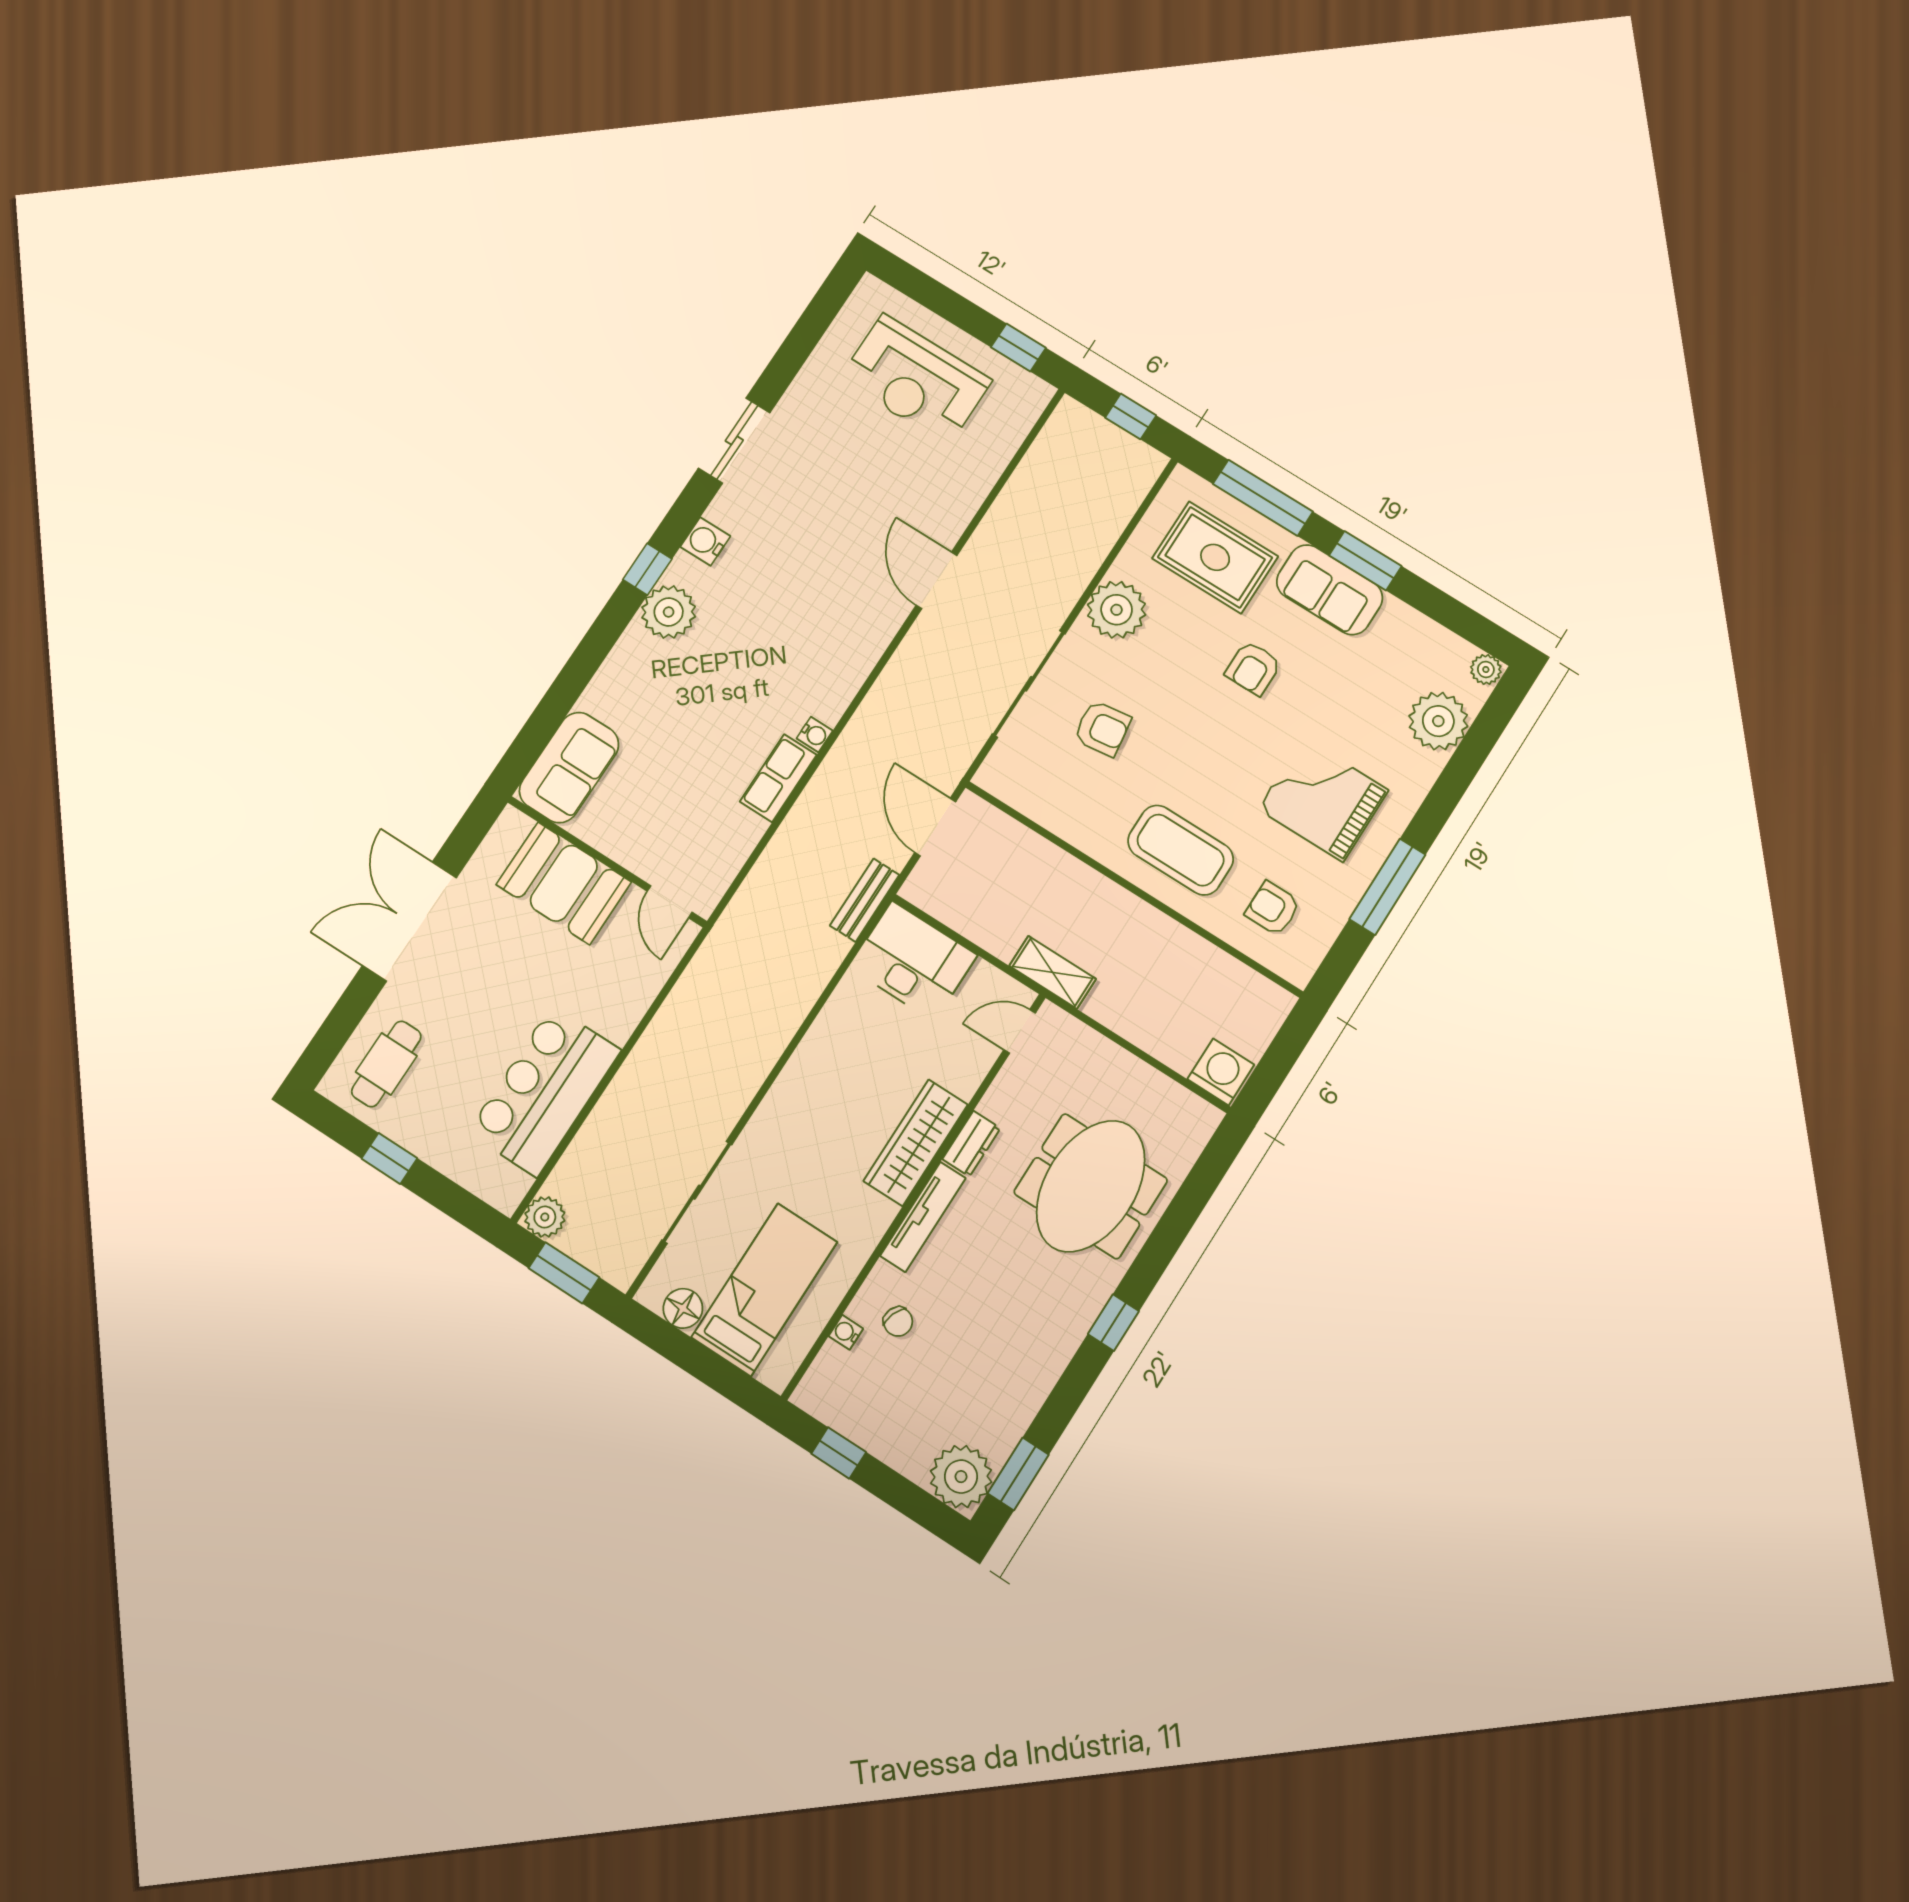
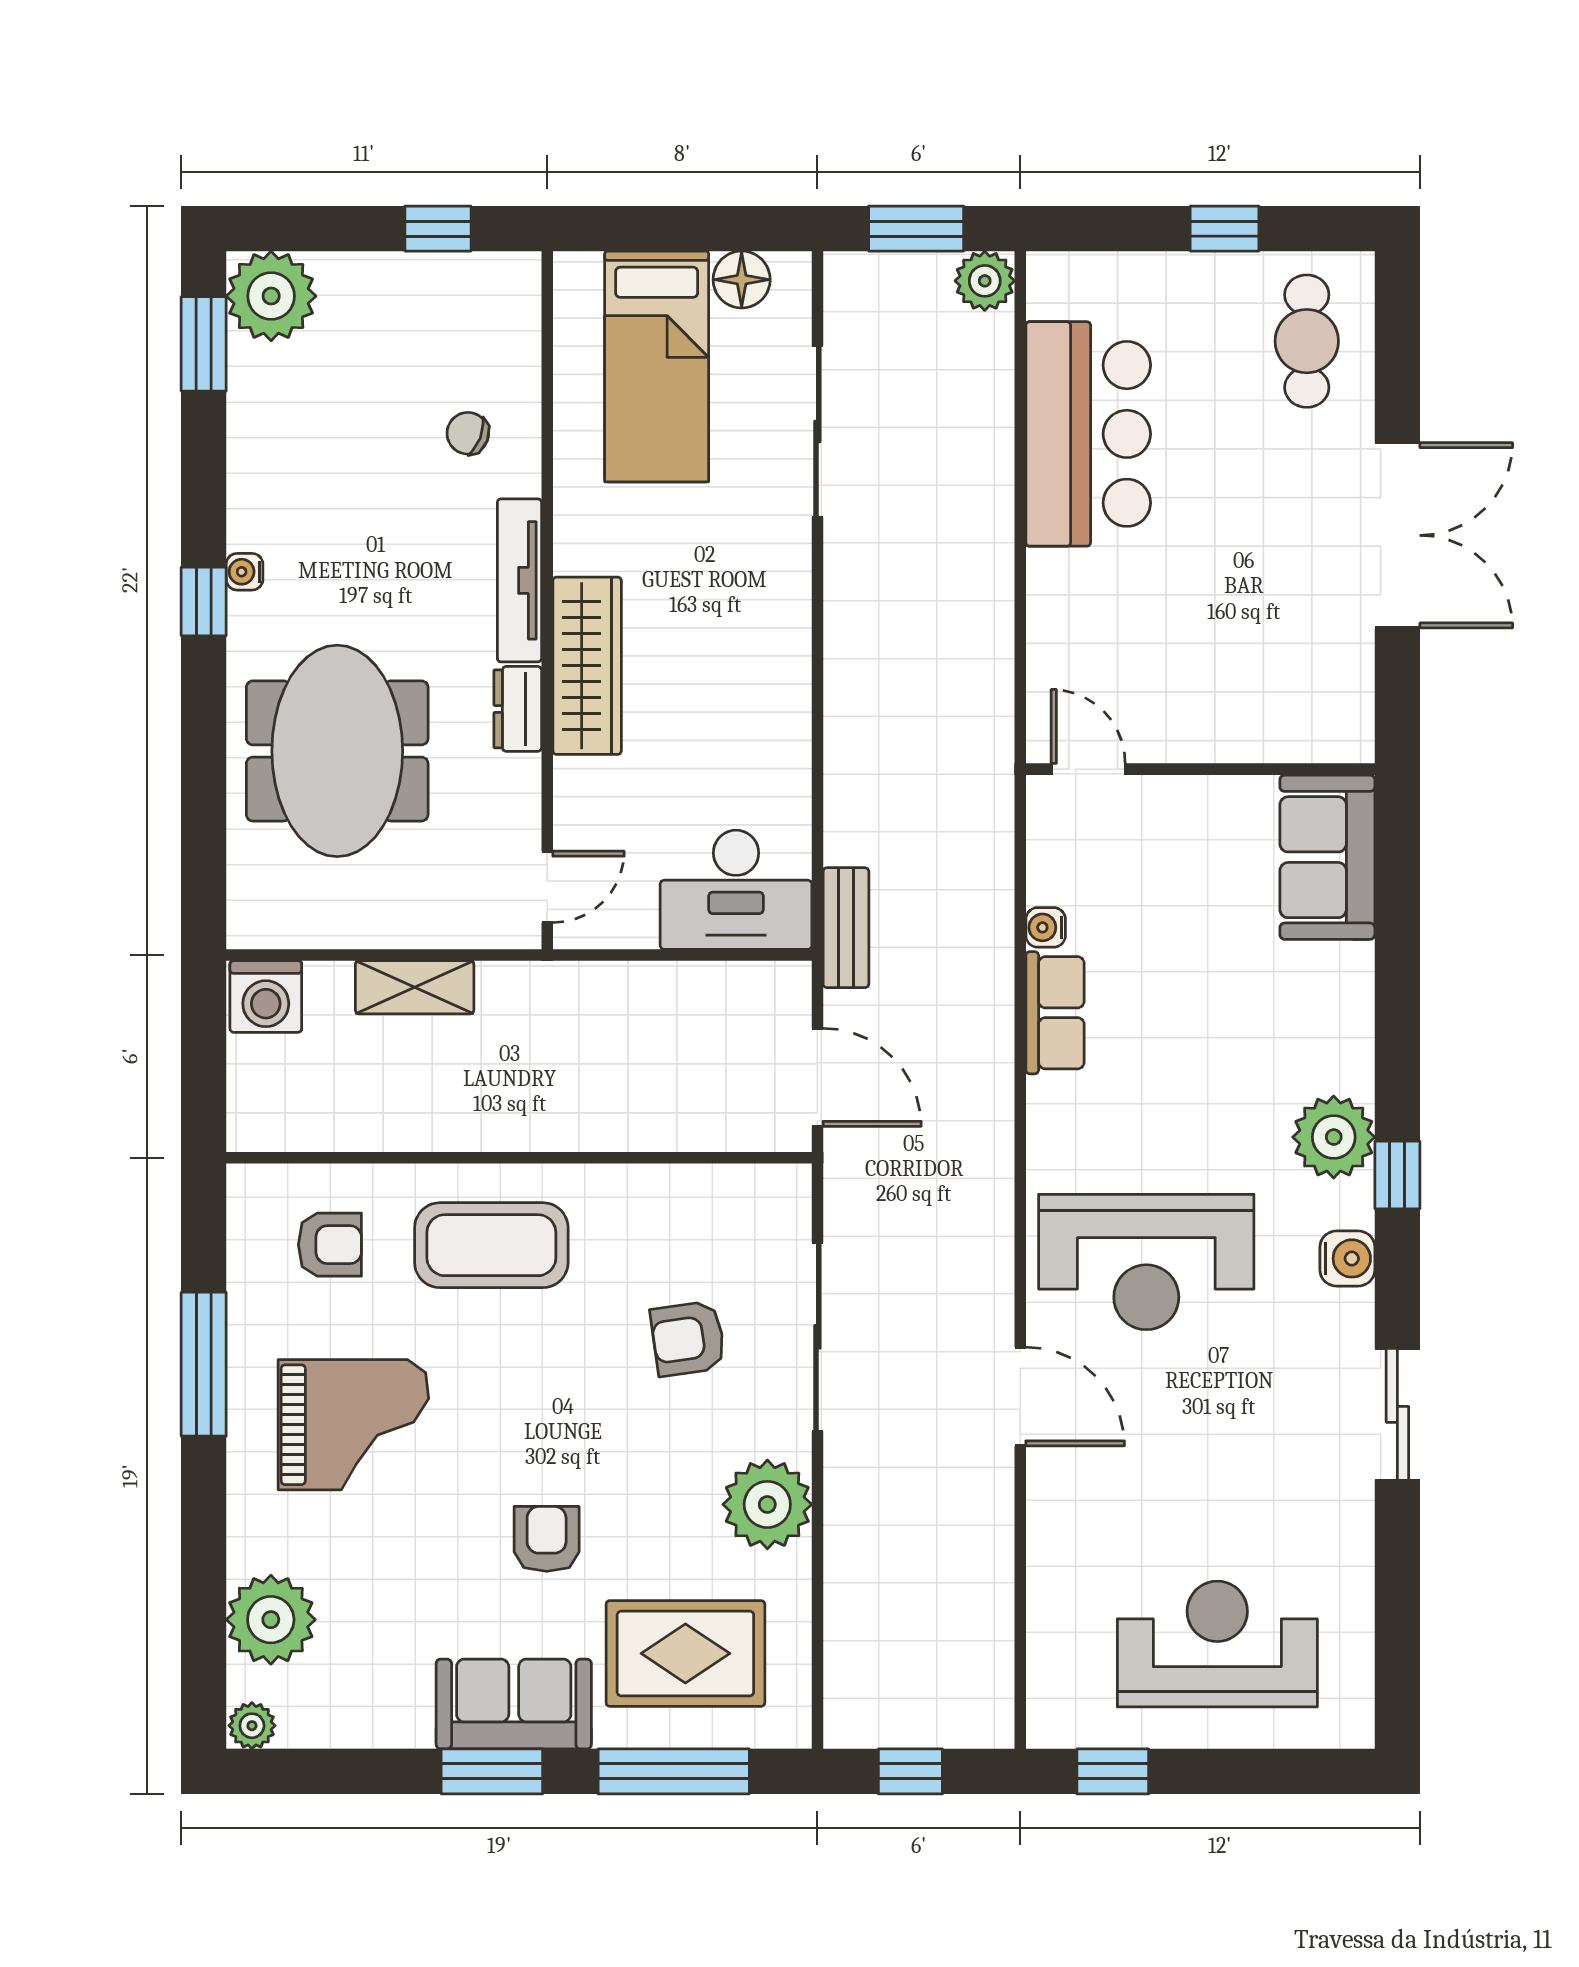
reception desk: (818, 609) -> (1146, 1262), added
water cooler: (815, 734) -> (1046, 927), moved
booth: (564, 883) -> (1236, 707), removed
shelving: (1053, 972) -> (415, 987), moved
water cooler: (846, 1332) -> (245, 572), moved, turned 180

